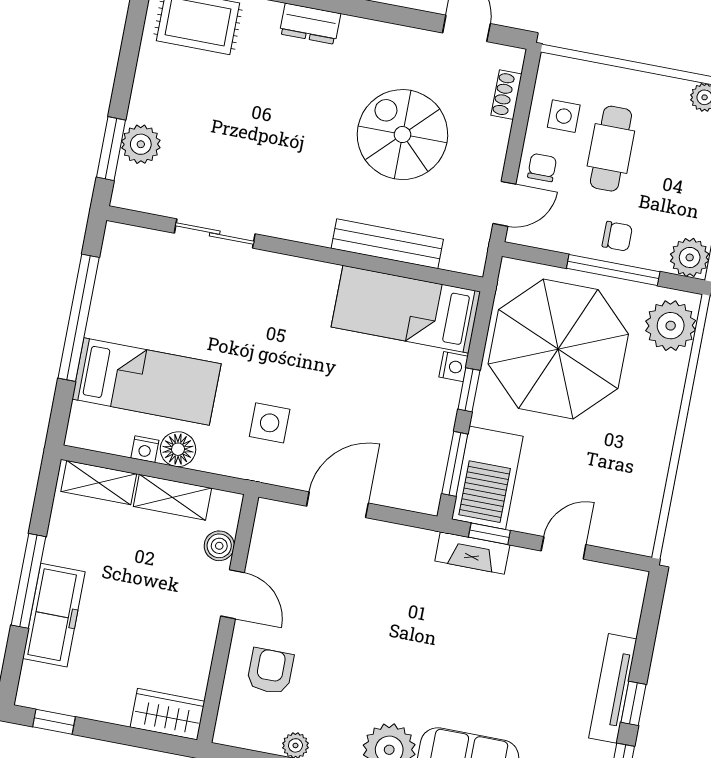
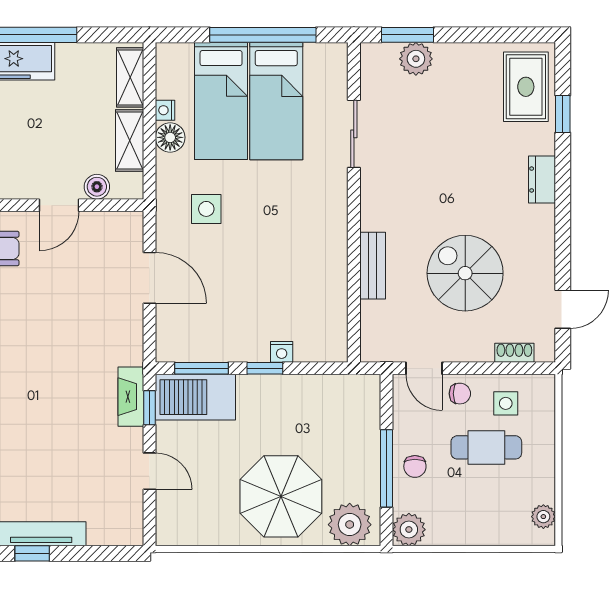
spiral stairs: (402, 135) -> (465, 273), turned -90
bench: (387, 244) -> (373, 266), width x0.73
bed: (406, 309) -> (276, 101), moved, turned 180
parasol: (558, 349) -> (281, 496), moved, width x0.73, depth x0.73

